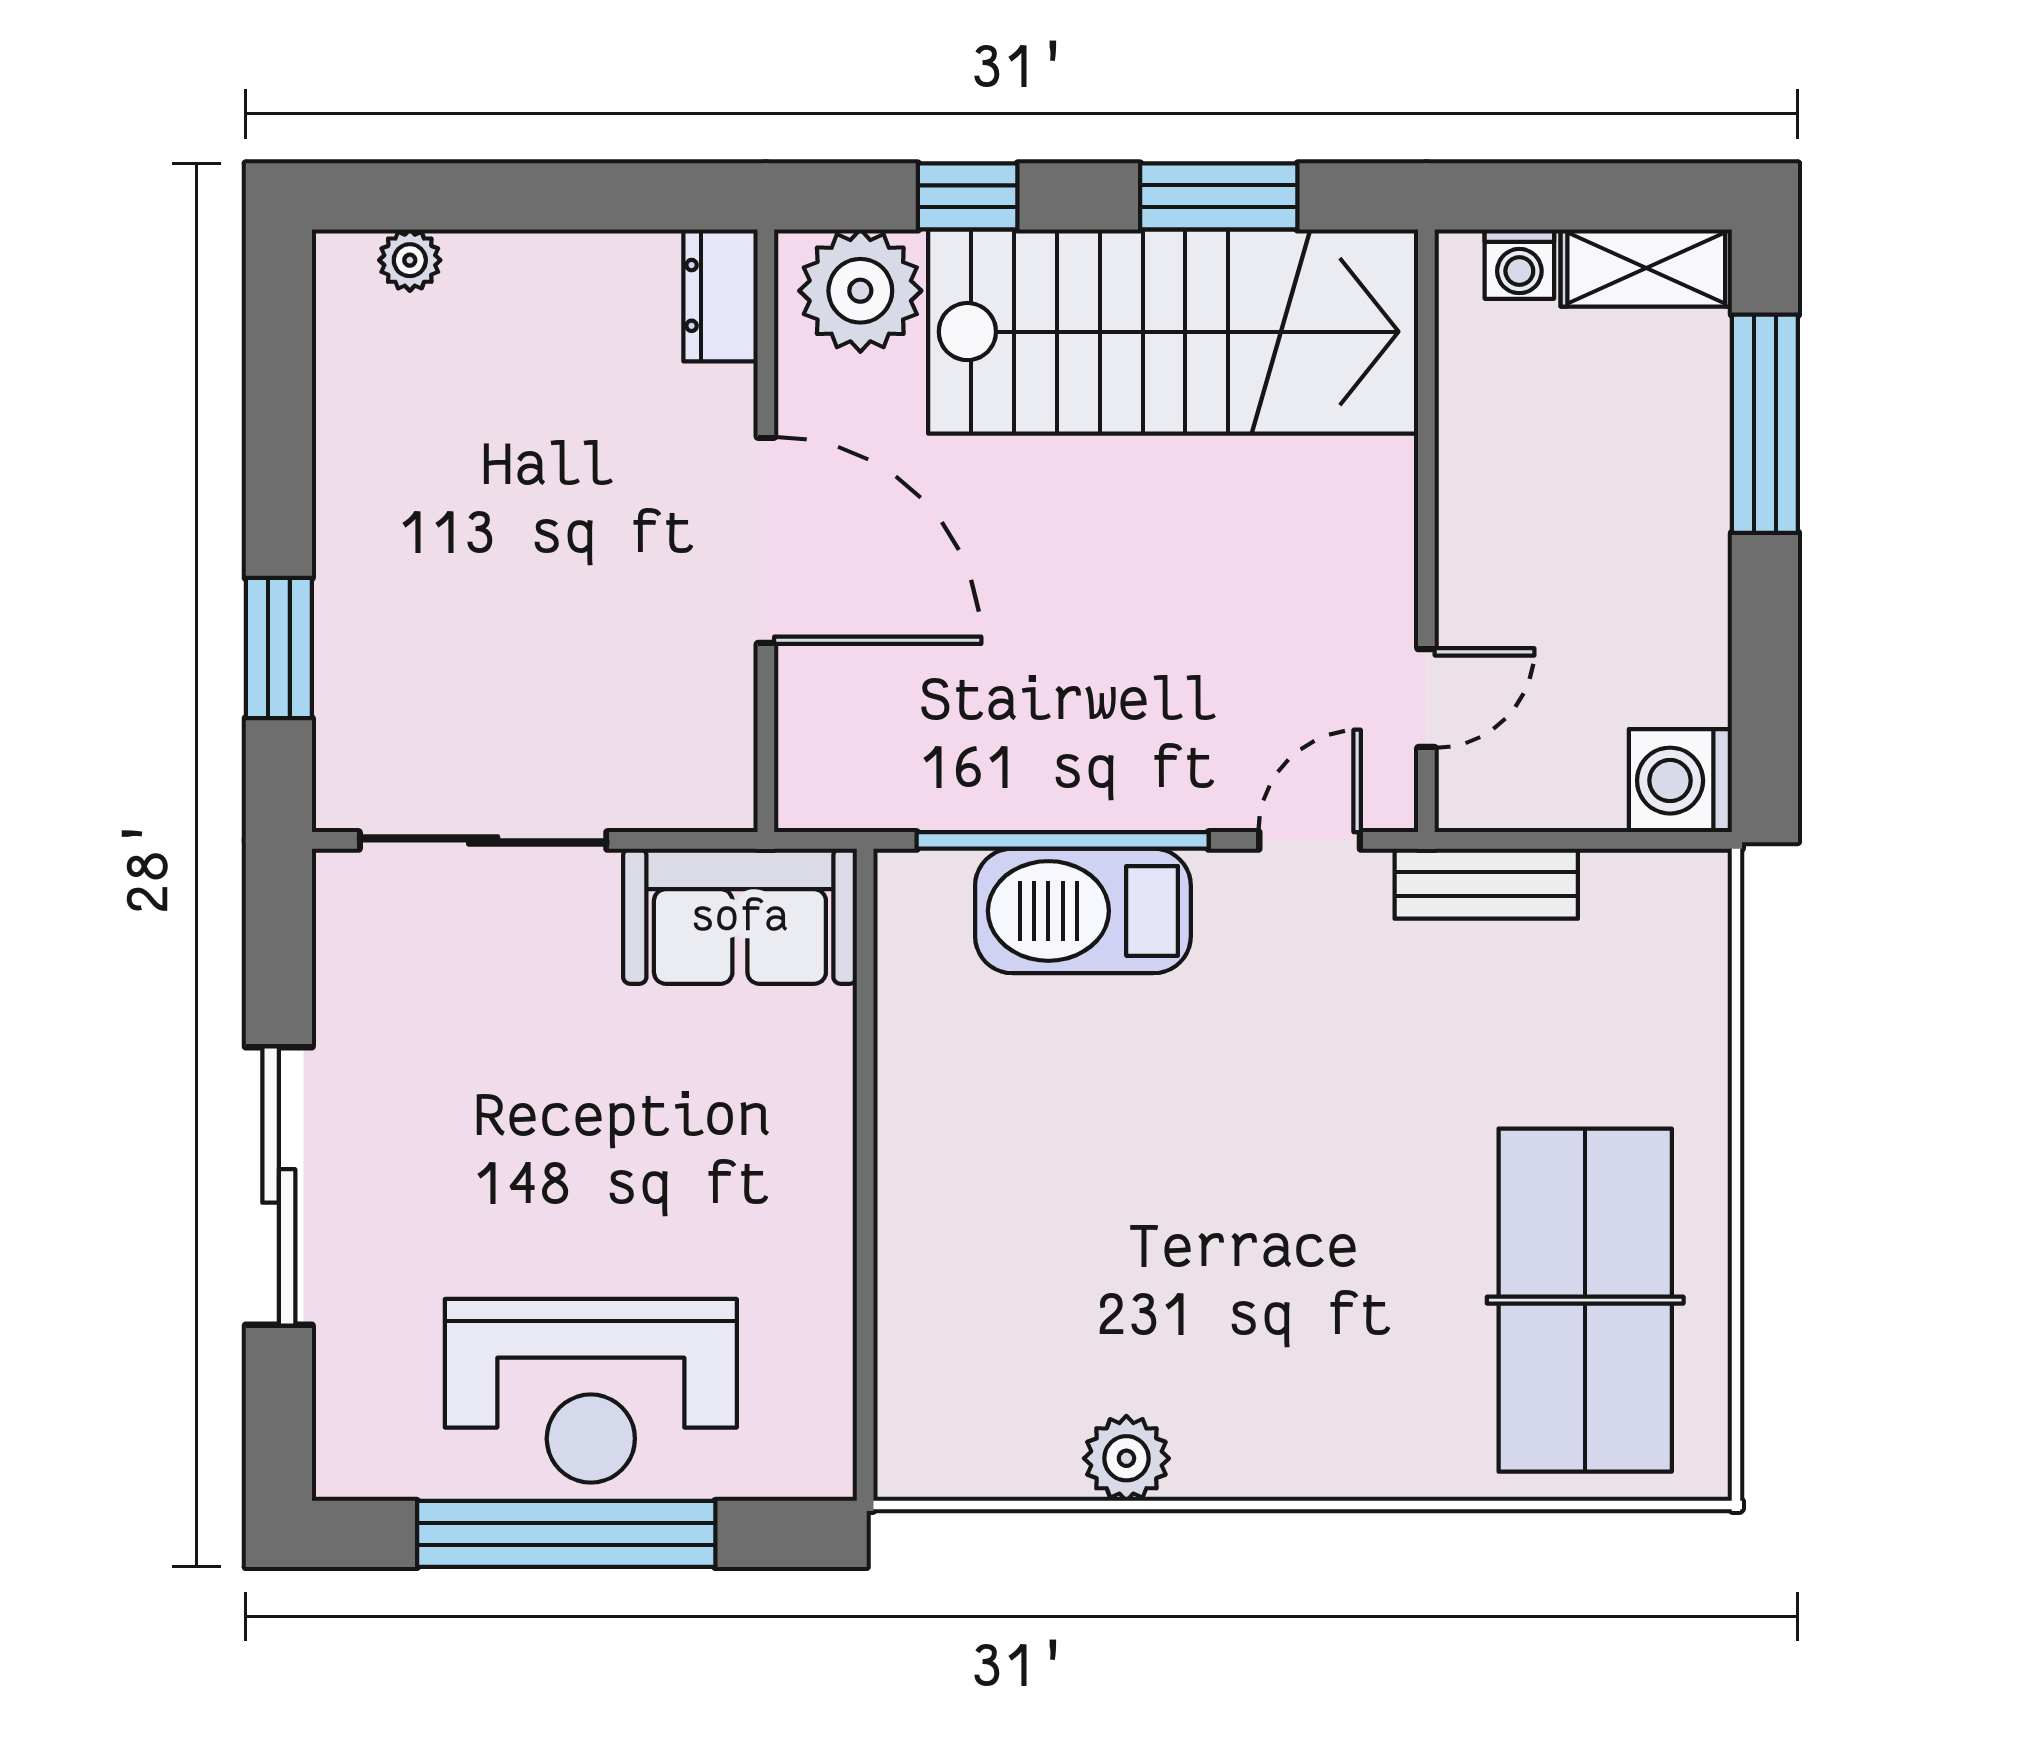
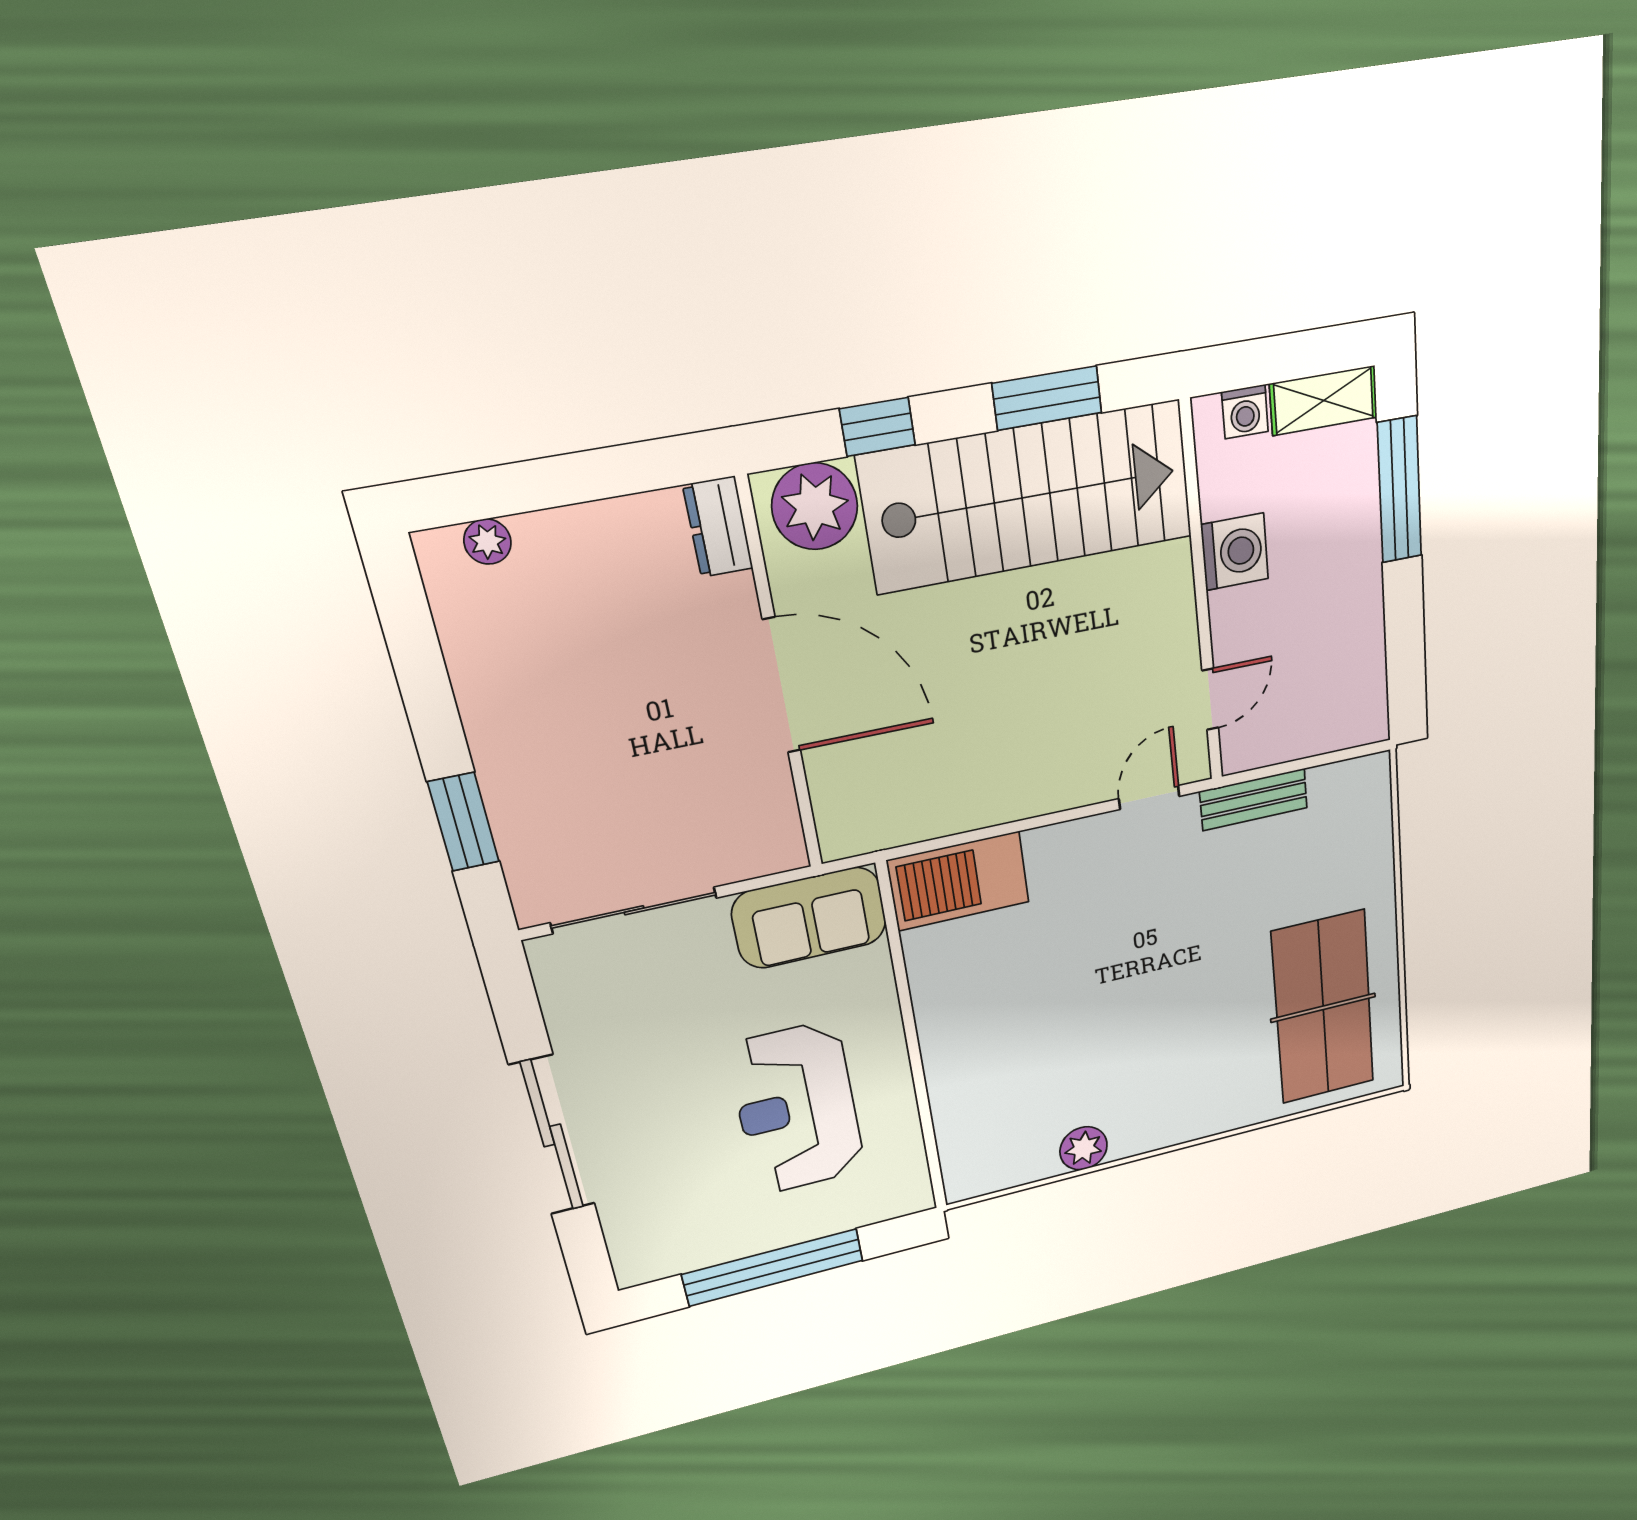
washing machine: (1680, 781) -> (1235, 552), moved, turned 180
window: (1063, 840) -> (1002, 830), removed
barbecue: (1083, 911) -> (959, 881), moved
reception desk: (591, 1391) -> (797, 1108), moved, turned 90

